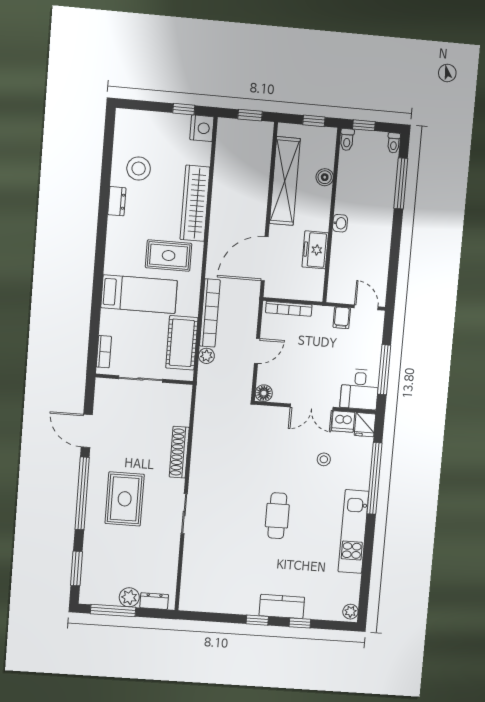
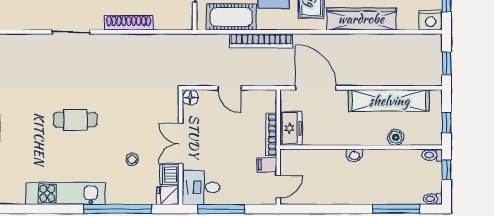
freezer: (315, 250) -> (291, 128), moved, turned 90
bookcase: (289, 309) -> (271, 134), moved
plant: (206, 356) -> (221, 41), removed

